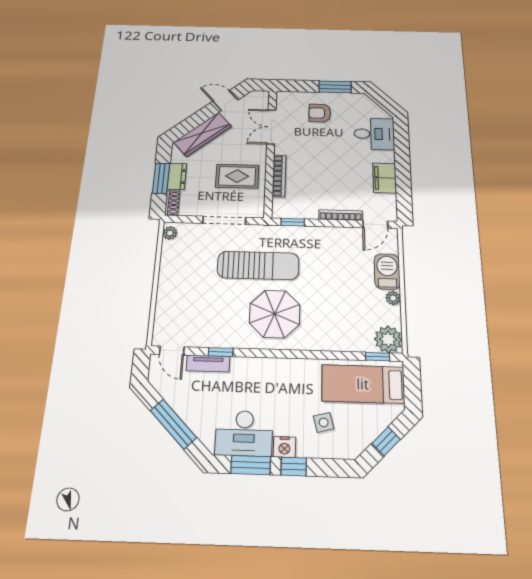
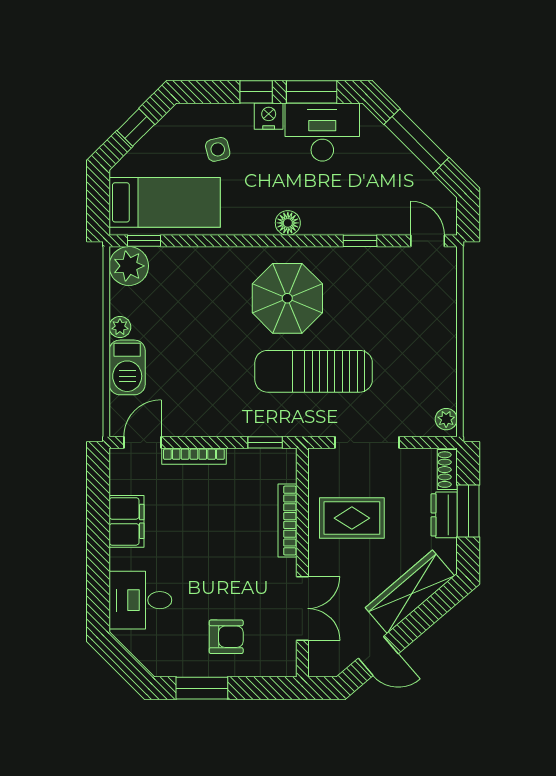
tv unit: (208, 363) -> (376, 224), removed
floor lamp: (273, 366) -> (288, 223), added

